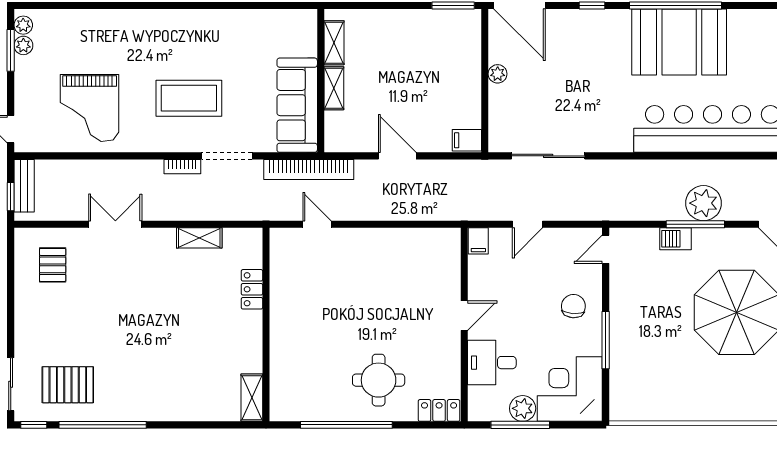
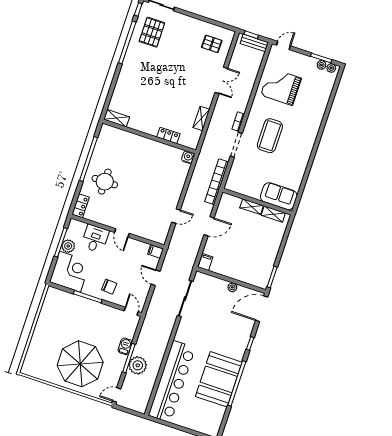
sofa: (297, 105) -> (279, 196), moved, width x0.73
door: (317, 224) -> (176, 216), moved
water cooler: (281, 239) -> (188, 157), added

